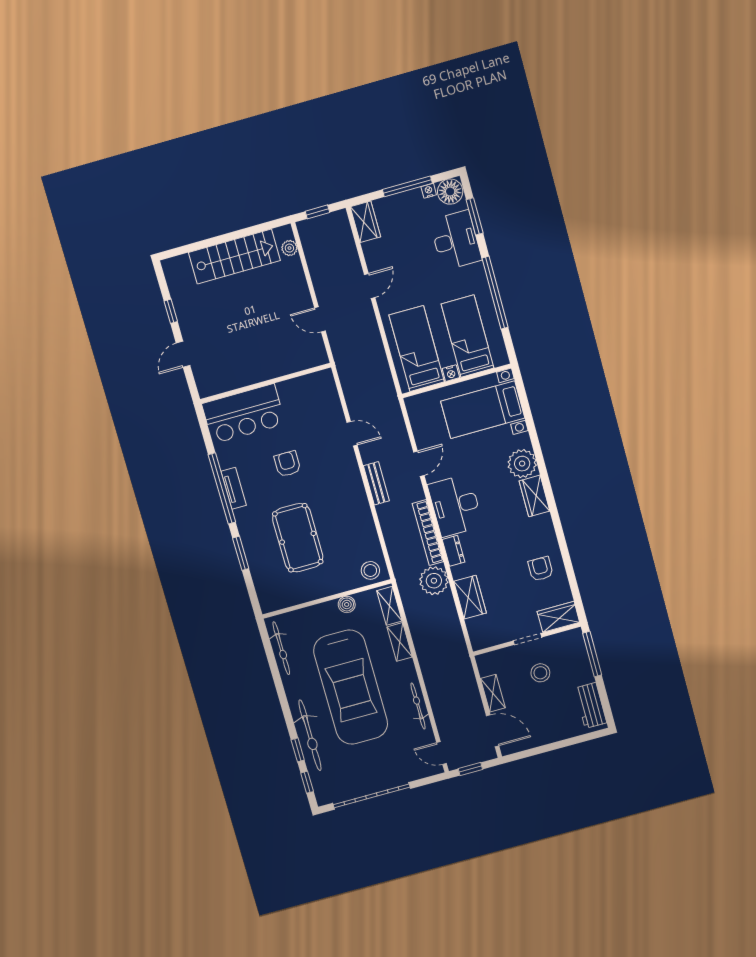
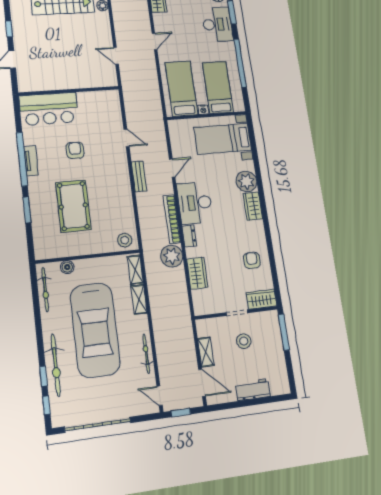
boiler: (347, 604) -> (67, 267), moved
workbench: (591, 705) -> (253, 390), moved, turned 90

